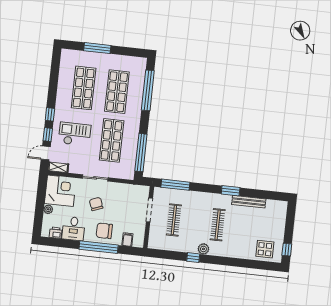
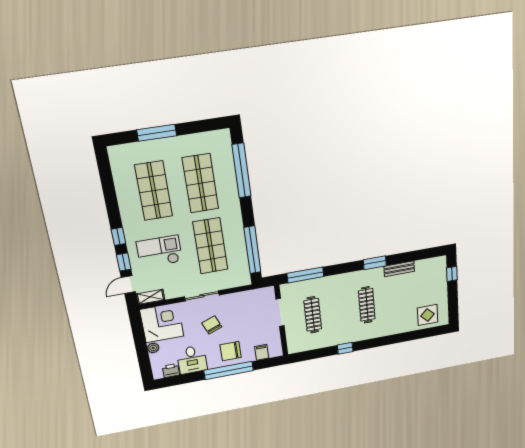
bench: (249, 202) -> (399, 269), width x0.73
plant: (203, 249) -> (355, 336), removed
window: (287, 250) -> (452, 274), moved

